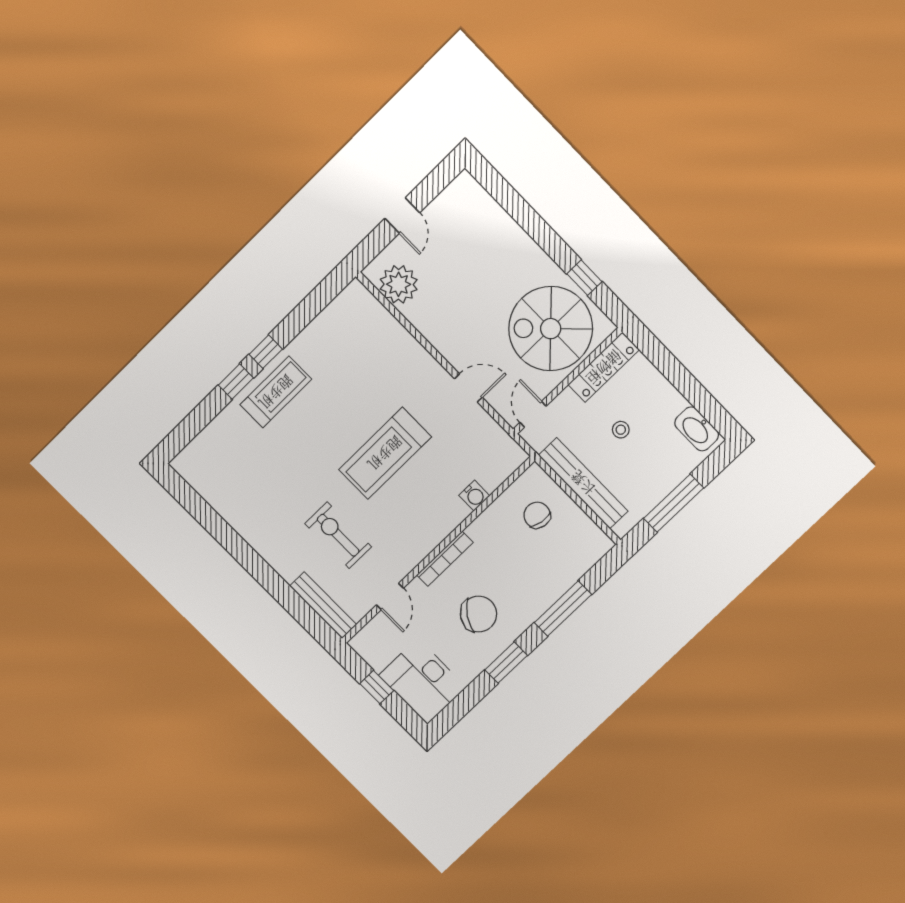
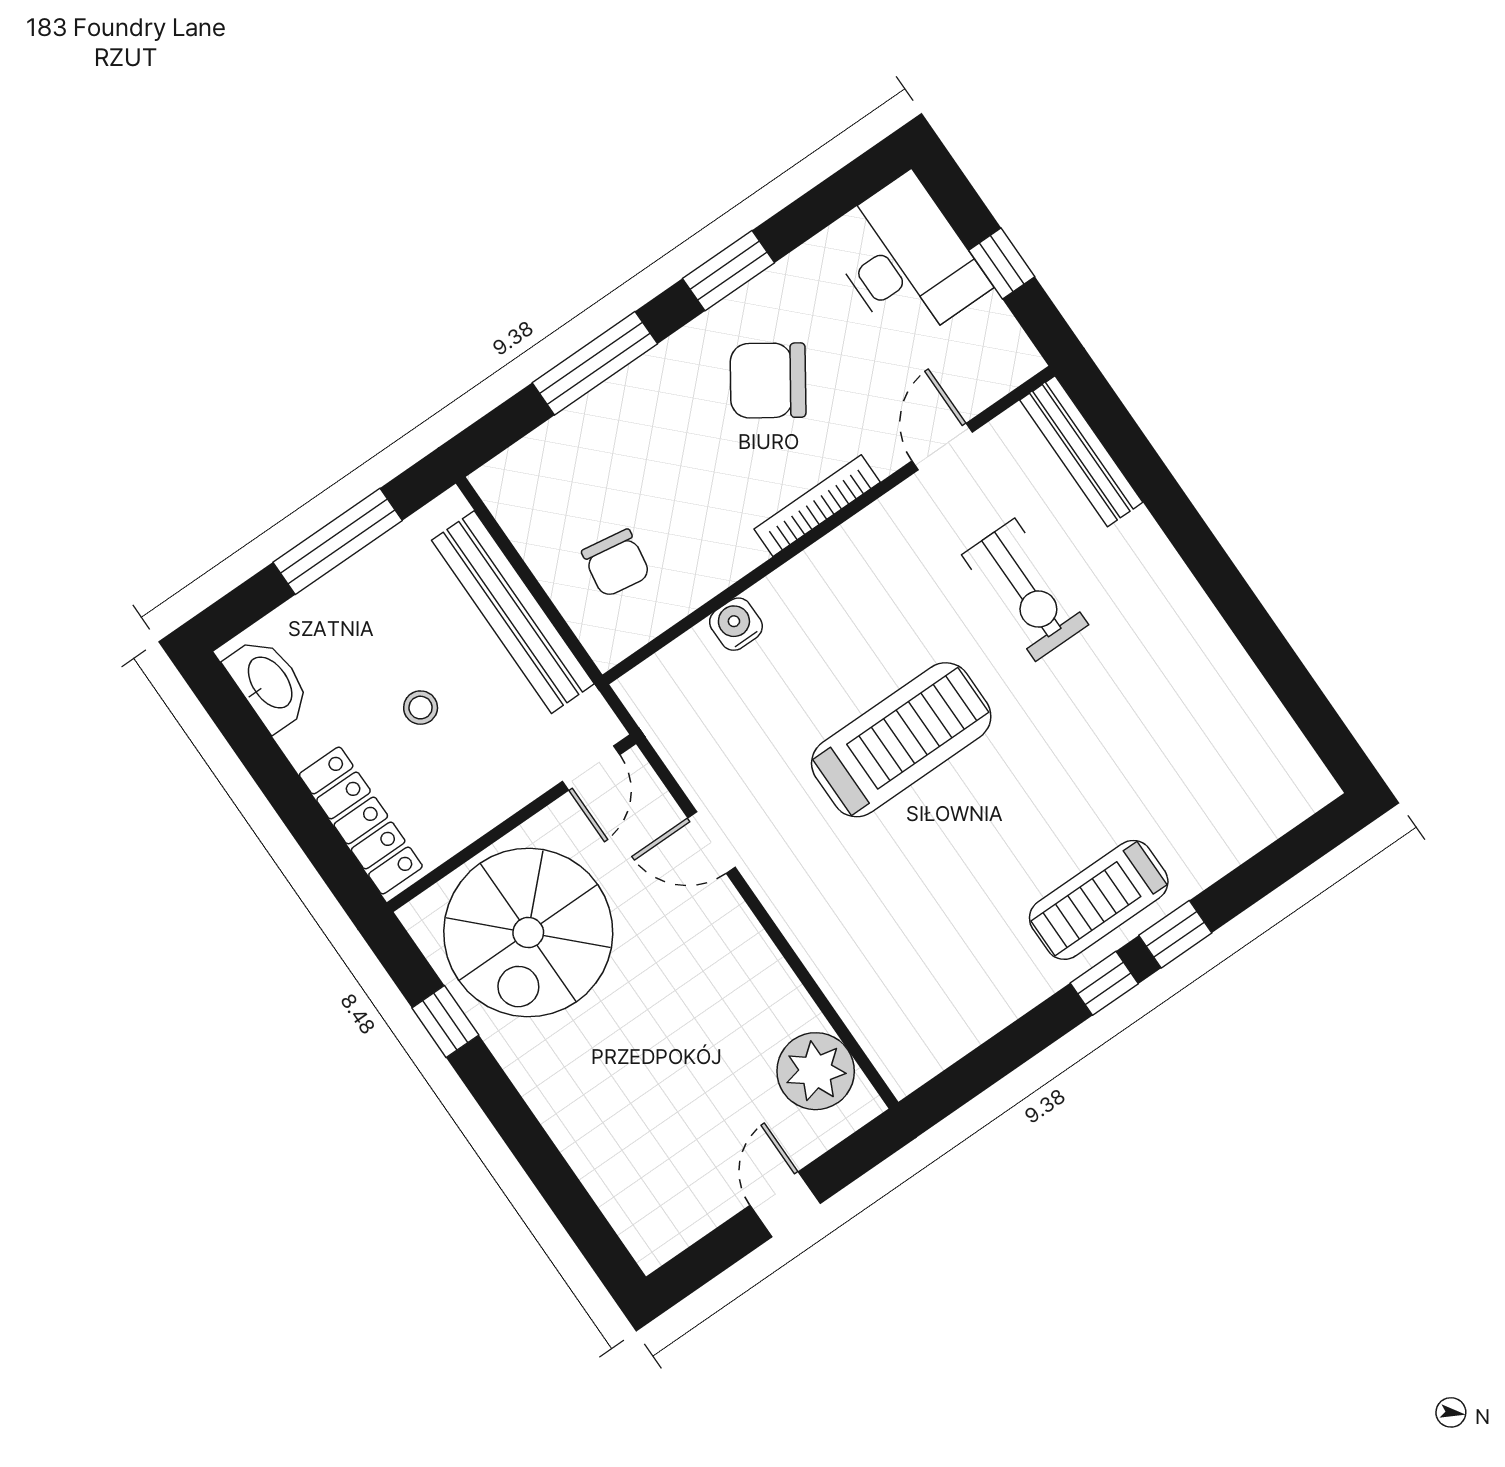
spiral stairs: (551, 329) -> (528, 933), turned 90
locker: (604, 367) -> (361, 820), moved, turned 90

